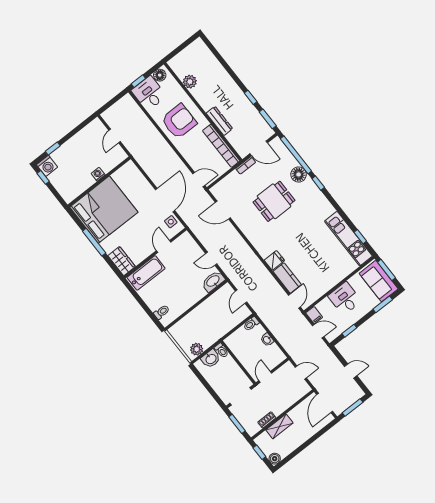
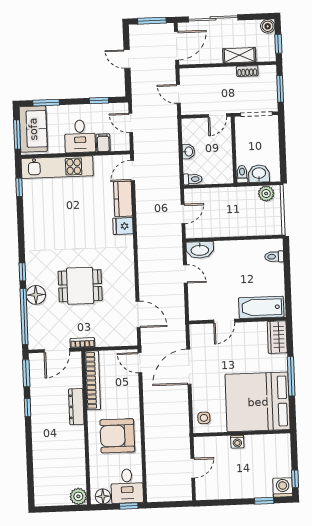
plant: (190, 82) -> (78, 496), moved
door: (259, 148) -> (57, 350), swing flipped
side table: (171, 222) -> (204, 418), moved
kitchen unit: (348, 239) -> (57, 167), moved, turned 90
filing cabinet: (314, 315) -> (103, 143), moved
sliding door: (314, 438) -> (213, 18), added

